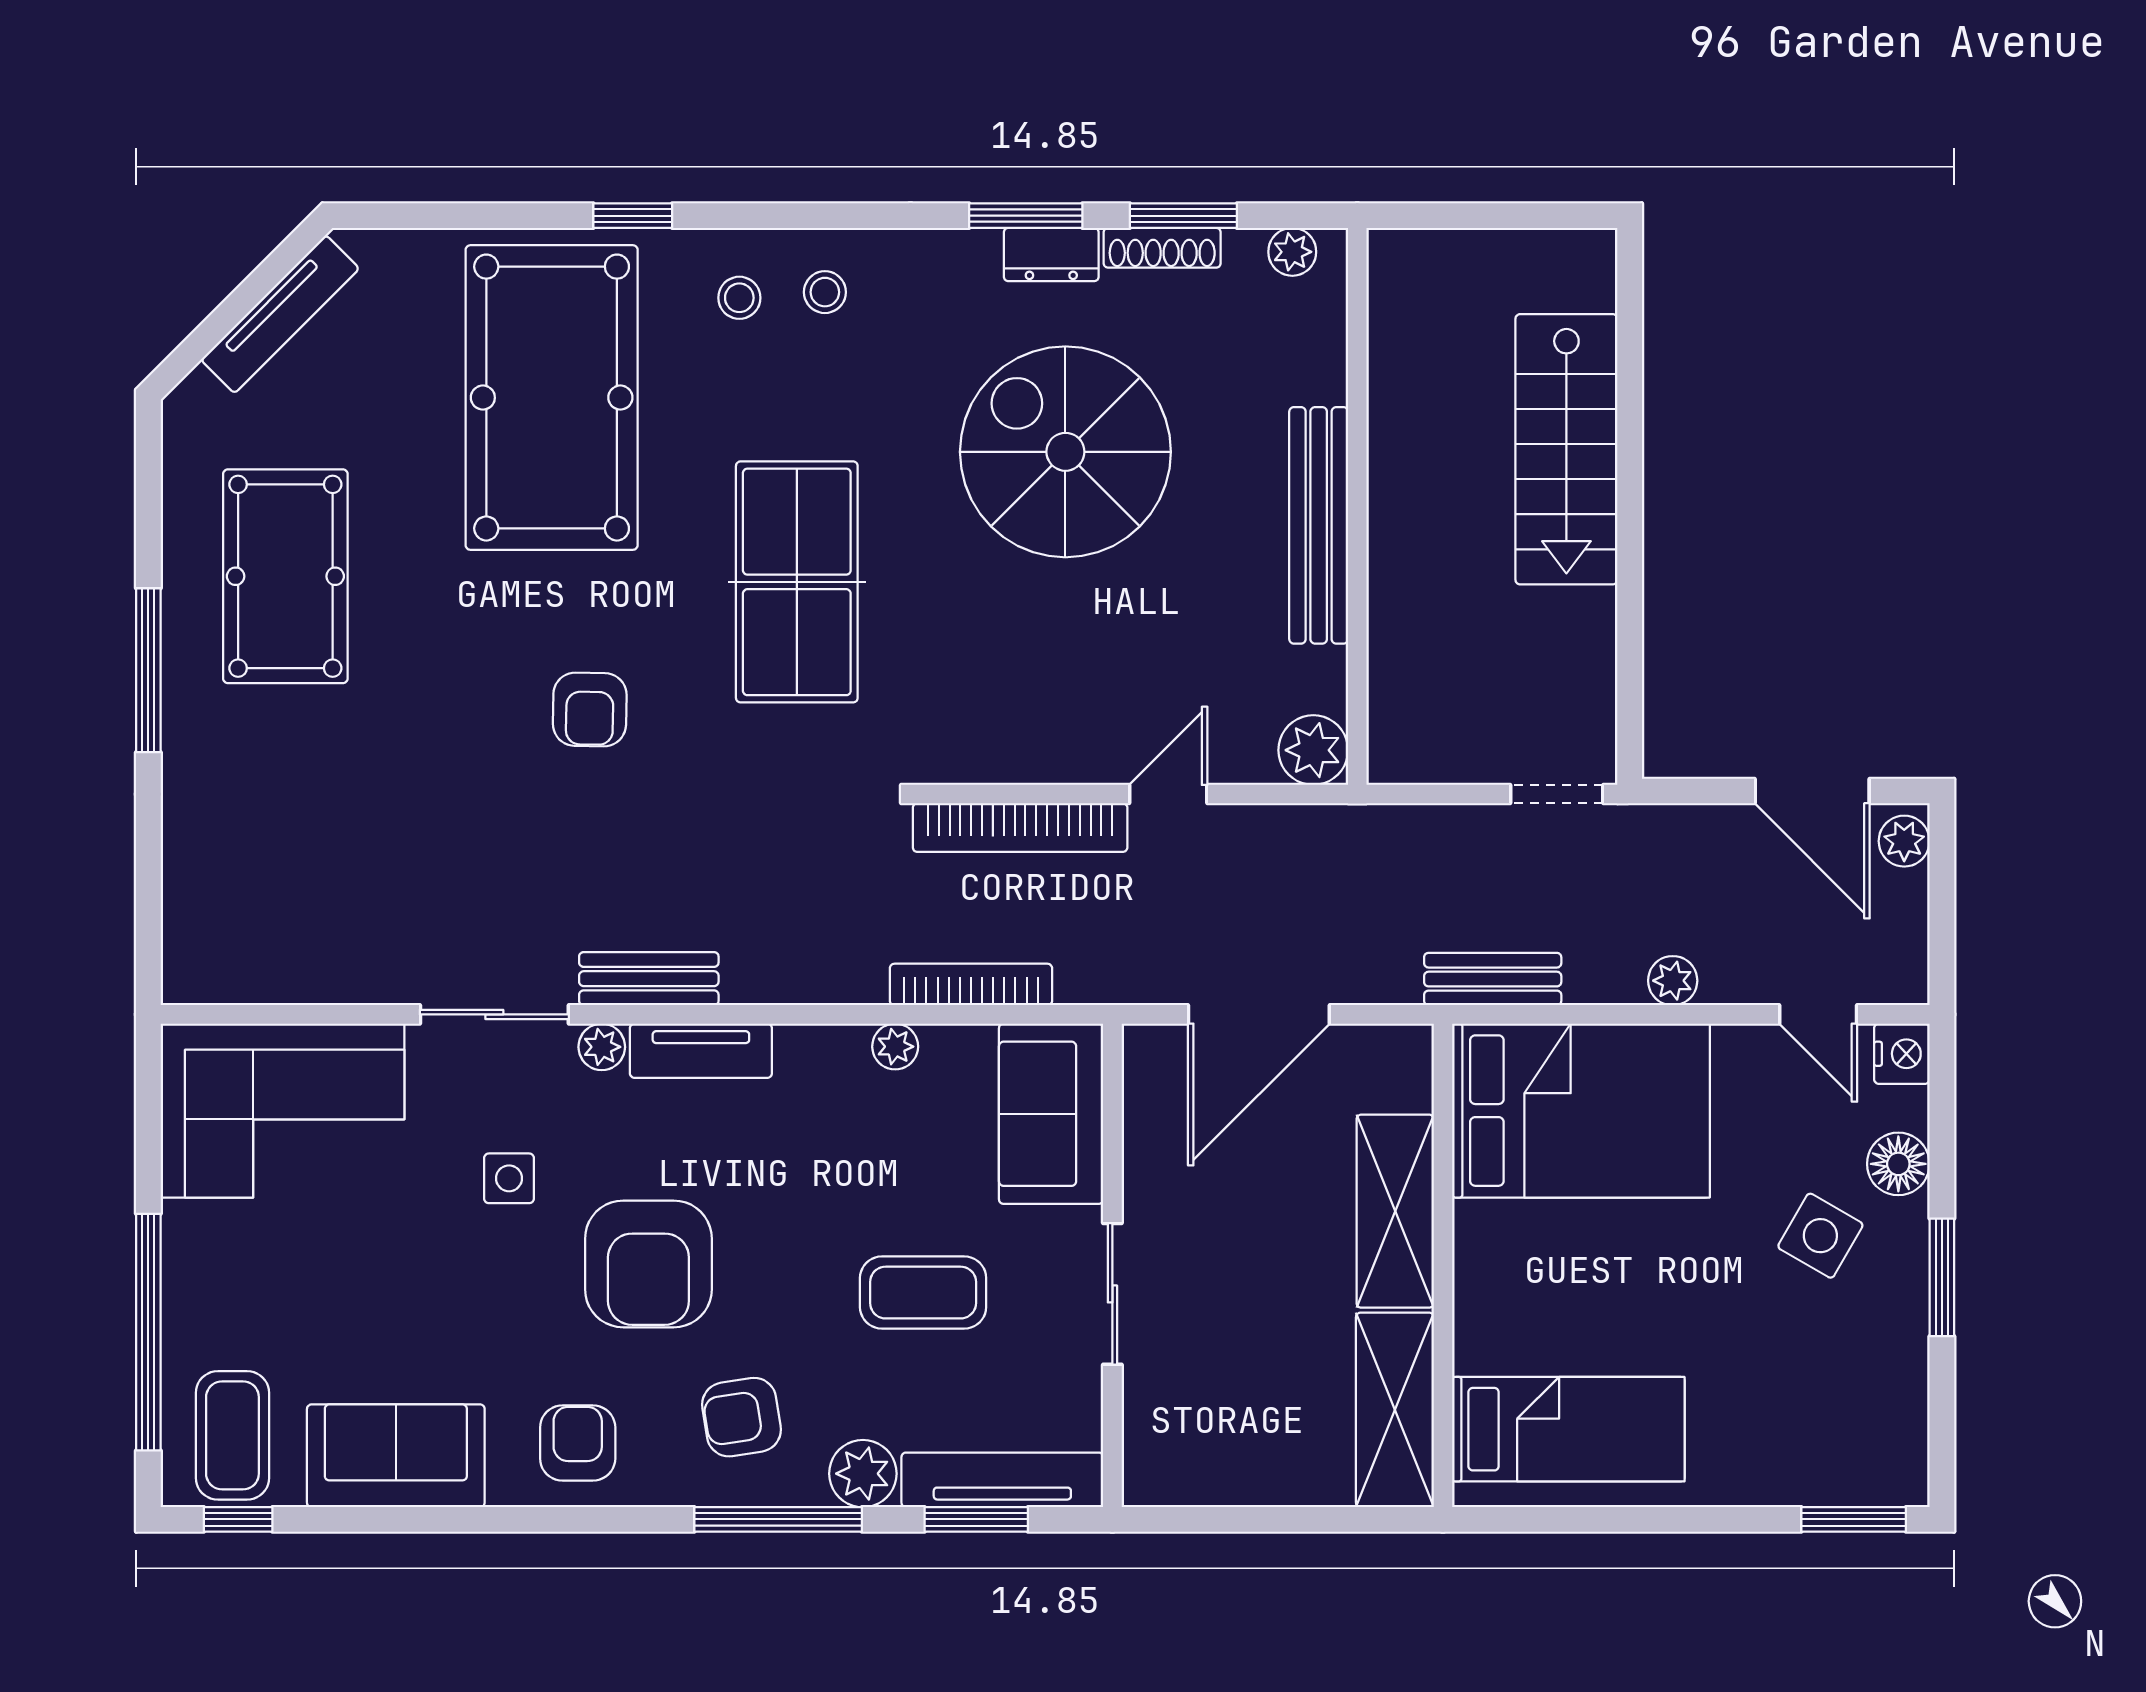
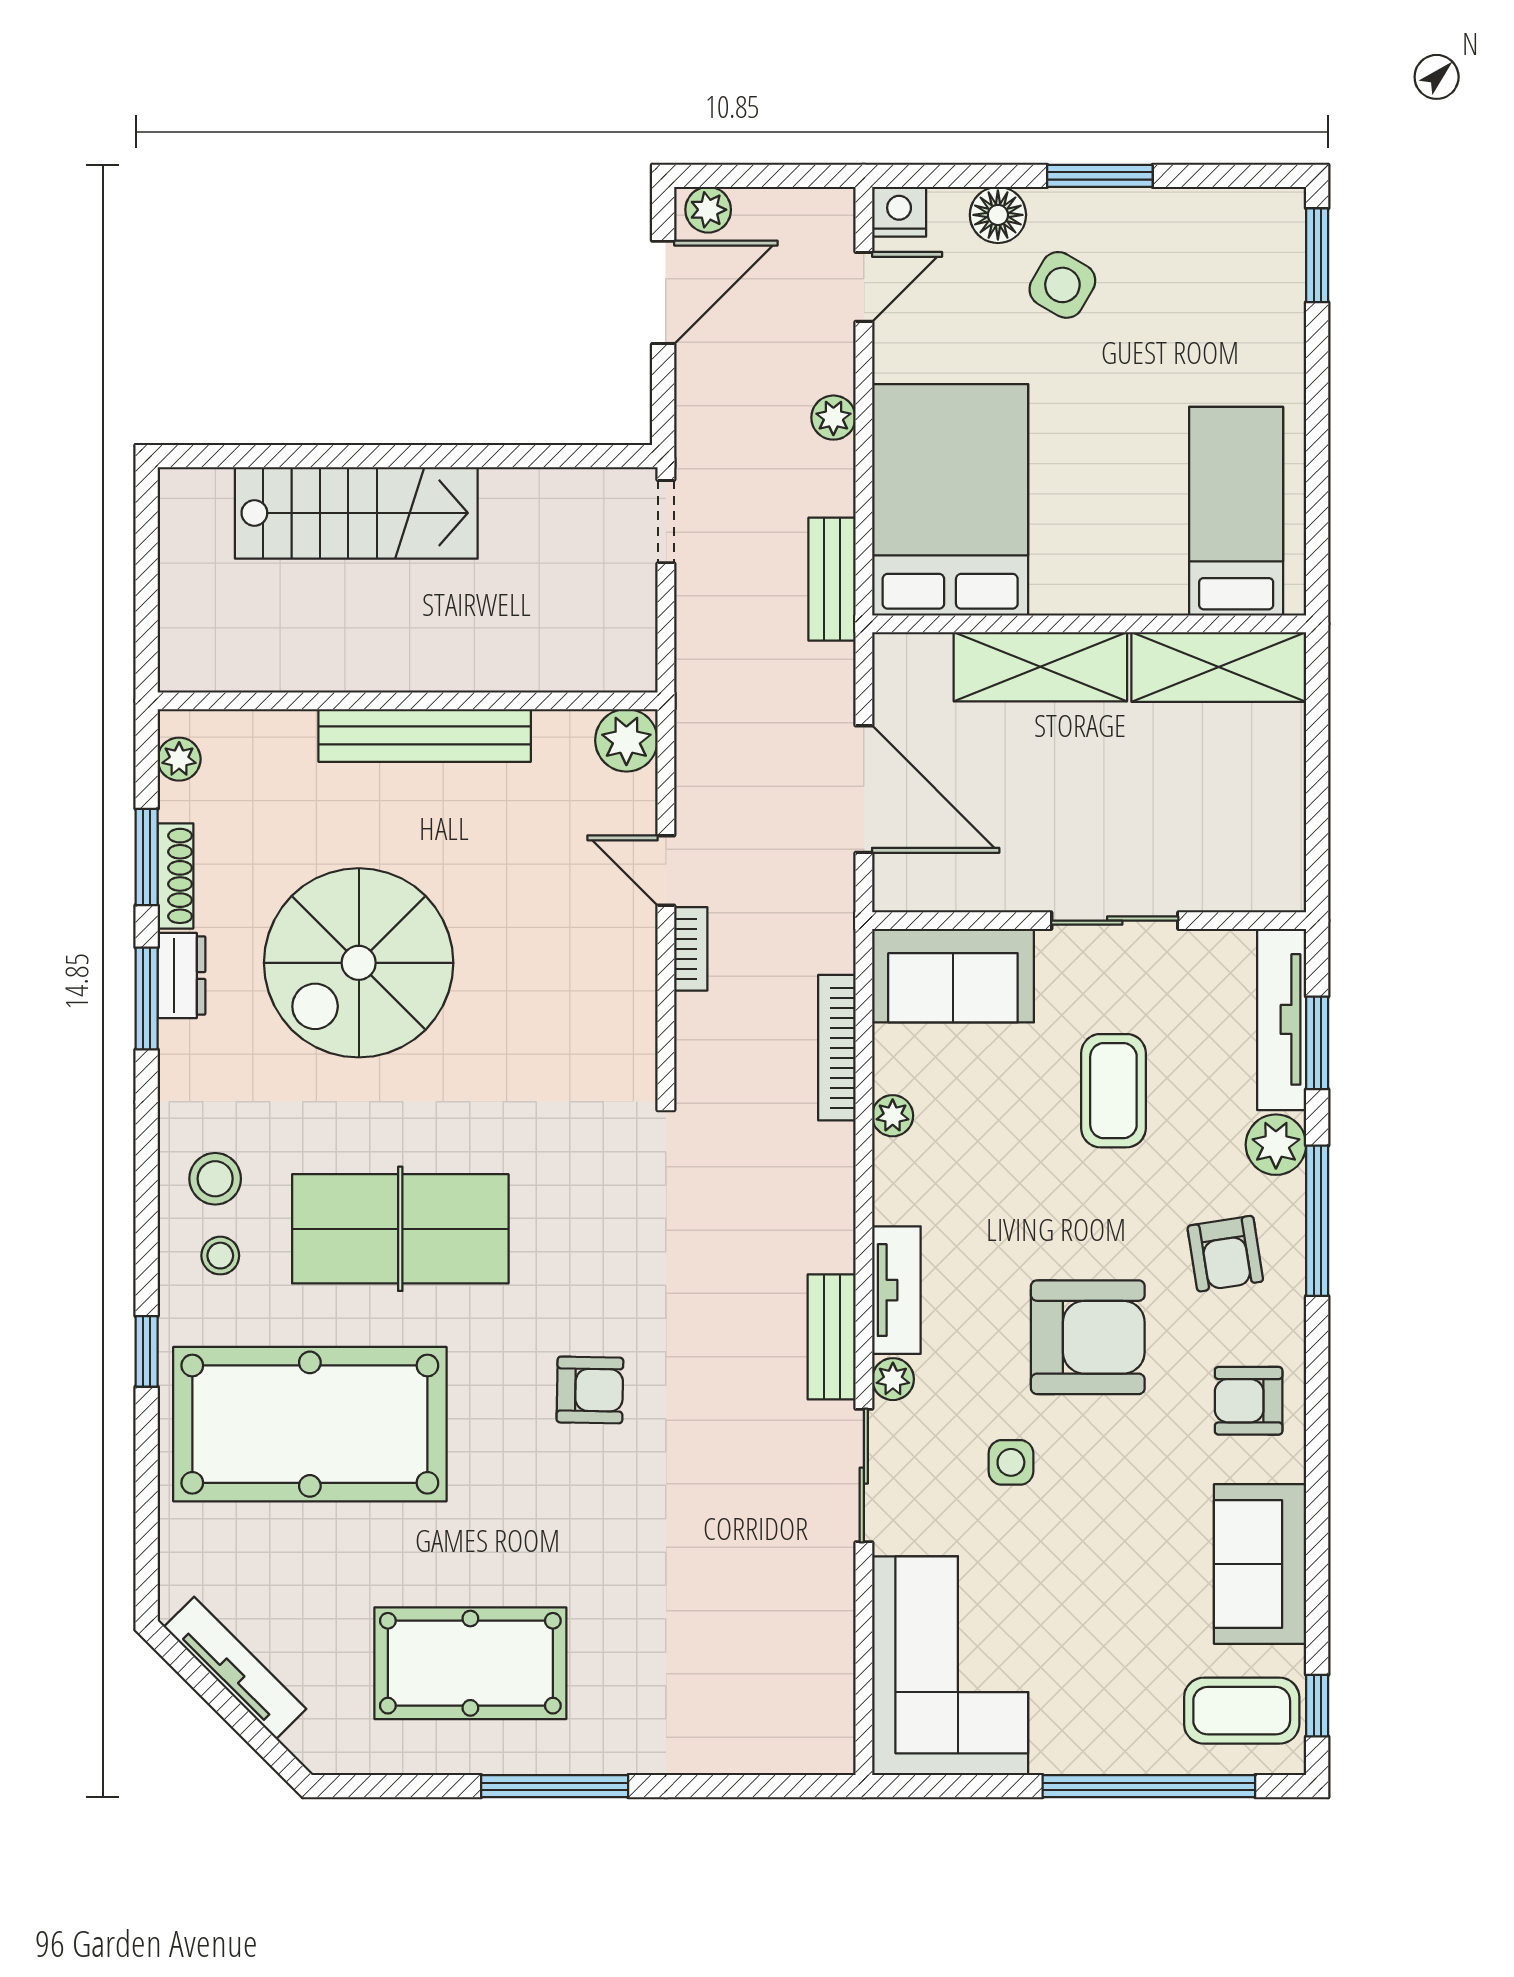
stool: (825, 292) -> (215, 1179), width x1.37, depth x1.37
table tennis table: (797, 582) -> (400, 1229), moved
bookcase: (1020, 828) -> (691, 949), width x0.43, depth x0.76

